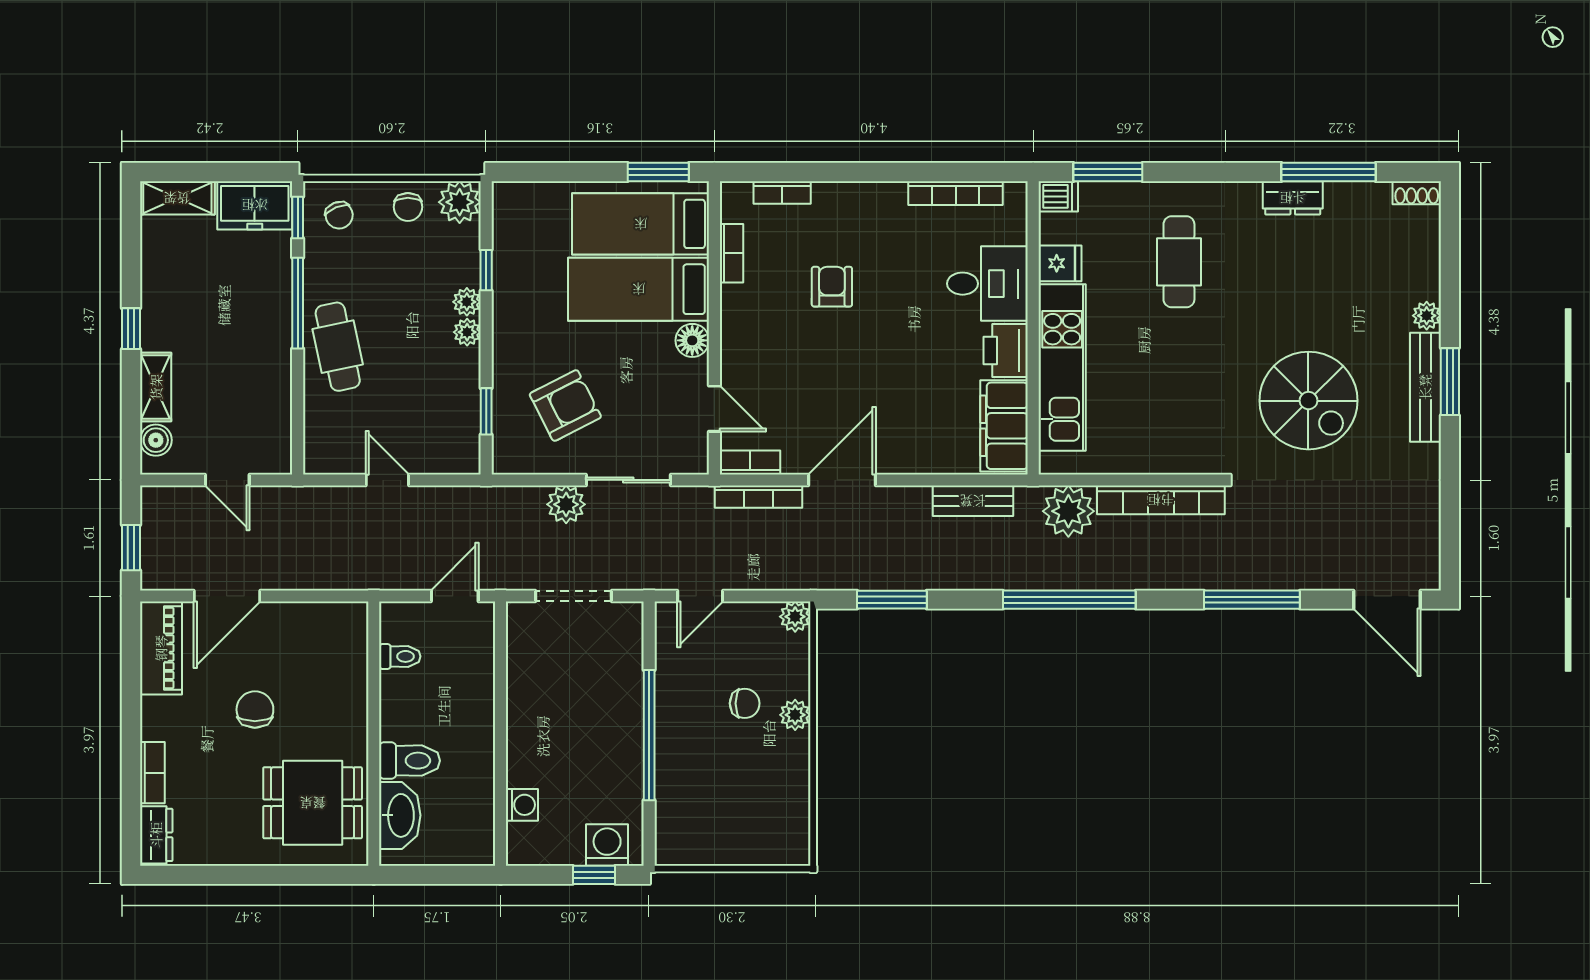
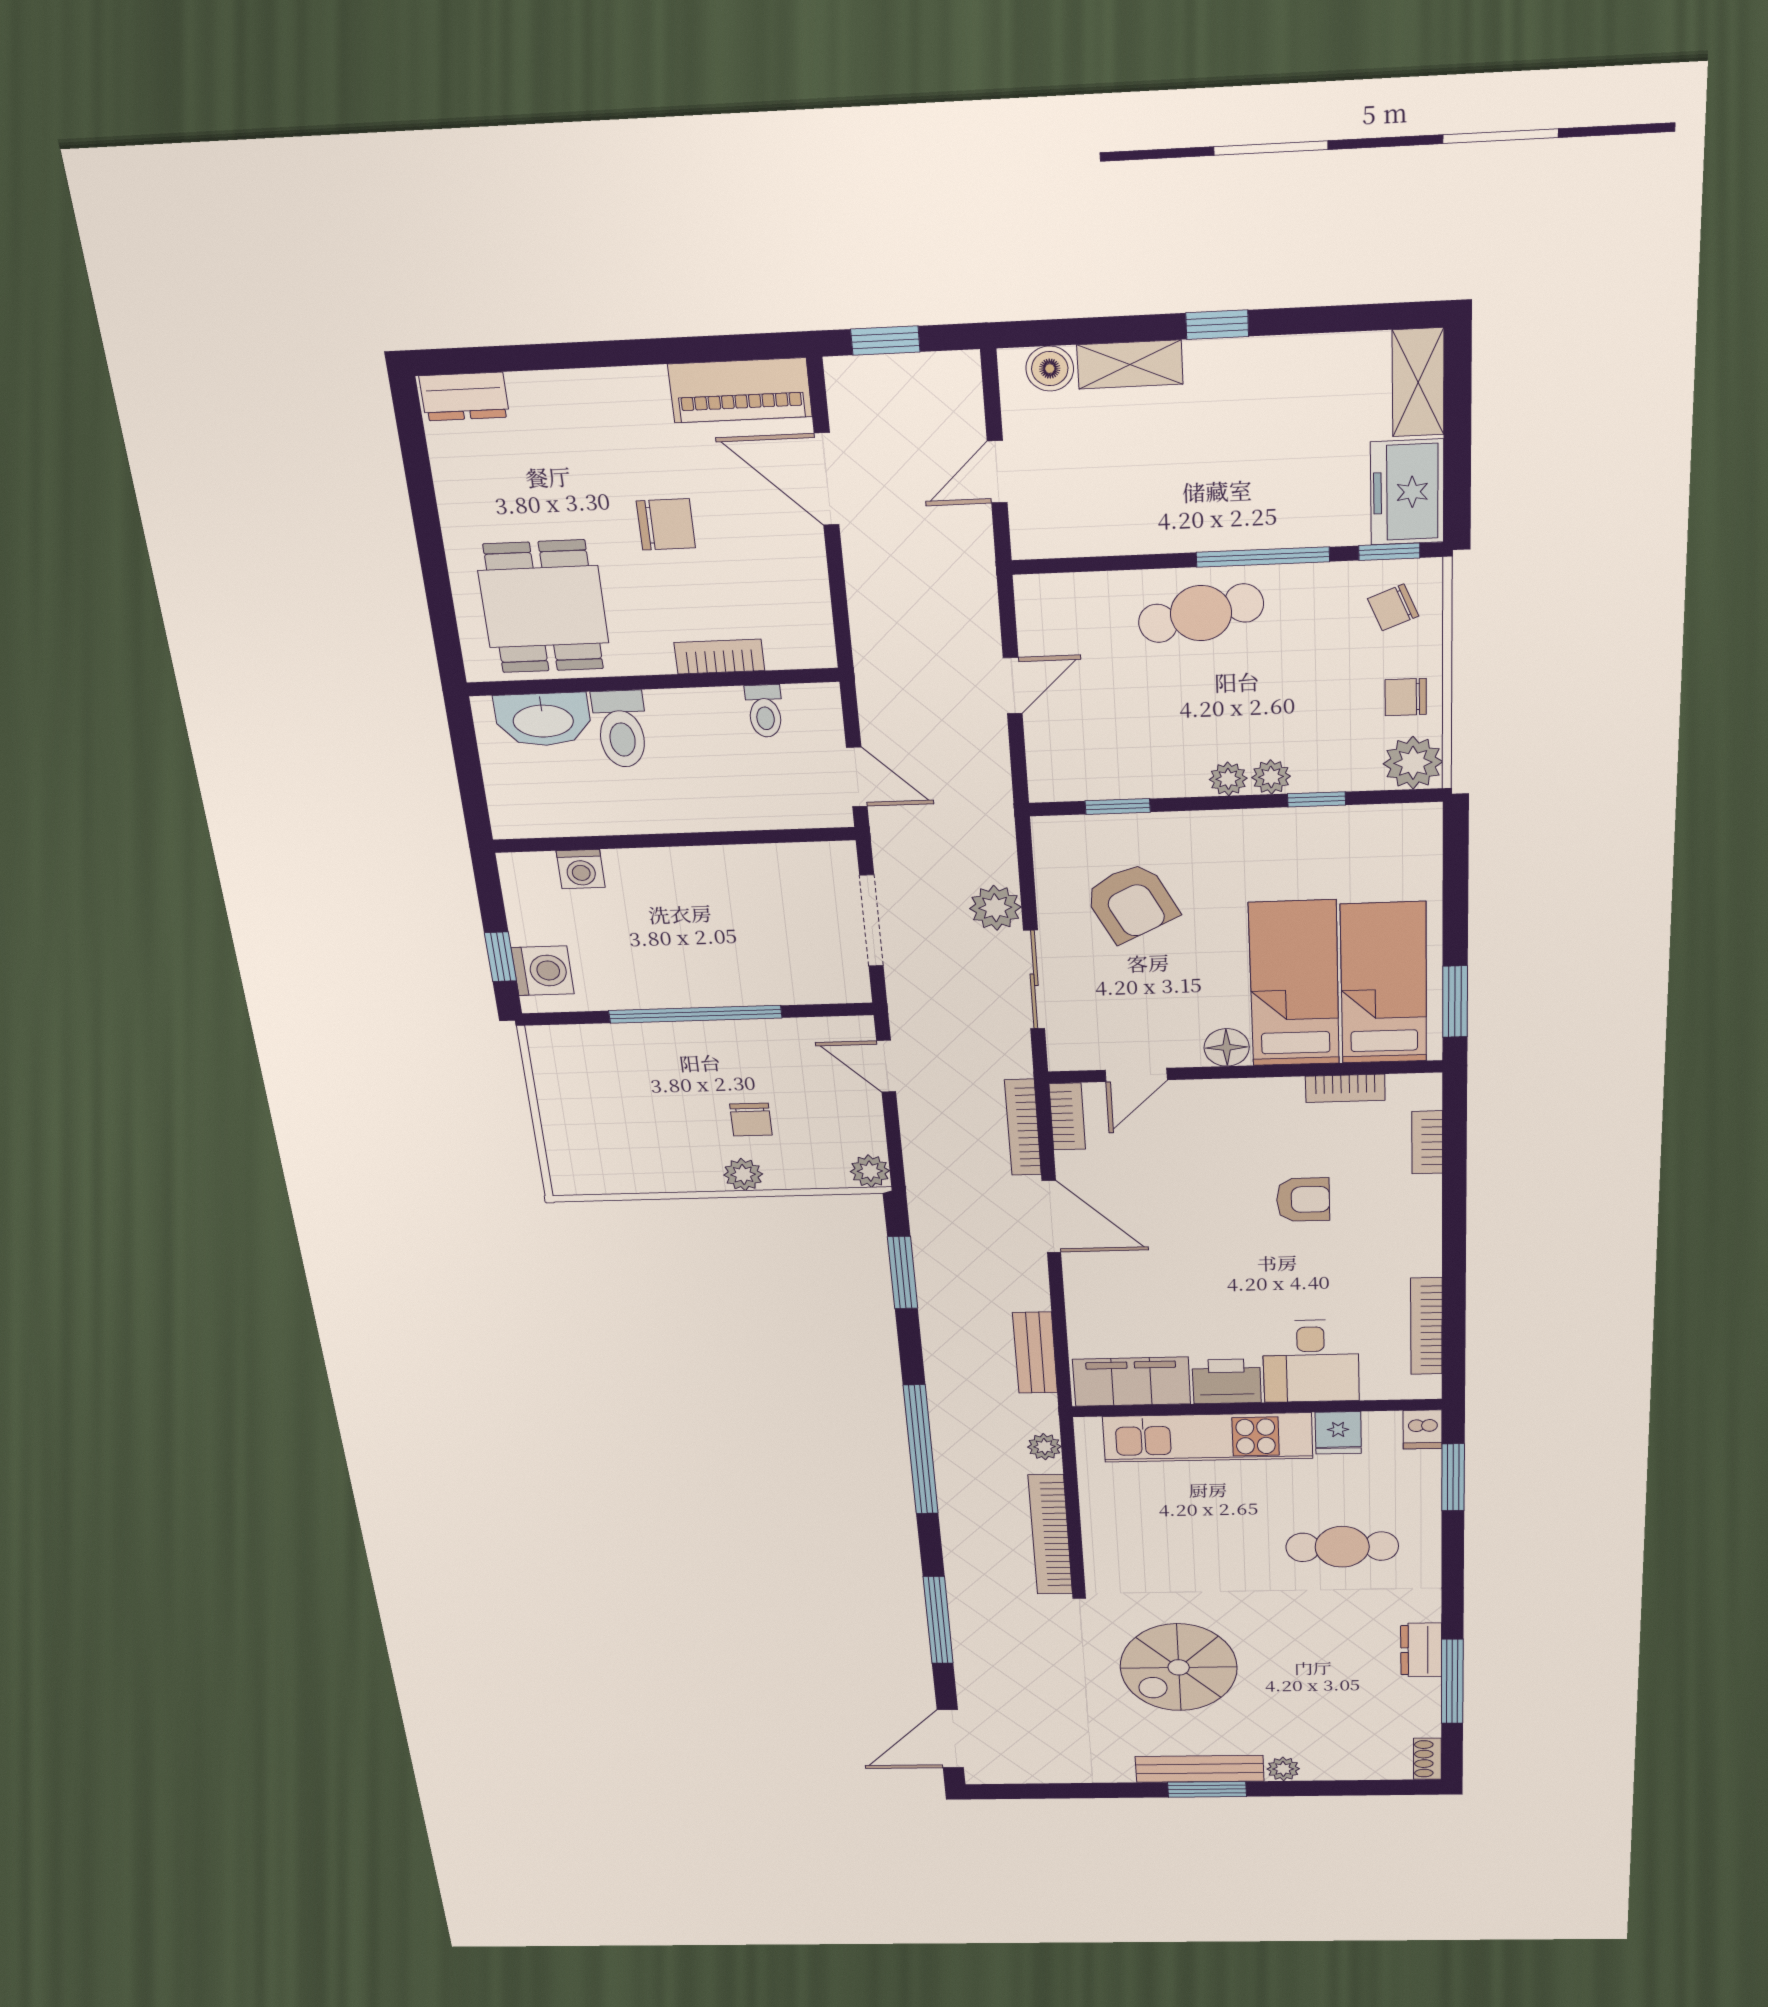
plant: (1068, 511) -> (1044, 1447), width x0.53, depth x0.53
bookcase: (152, 773) -> (719, 657), moved, turned 180

